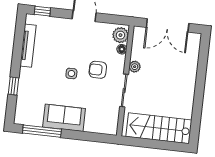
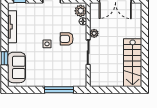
sofa: (64, 118) -> (16, 67), moved, turned 90
stairs: (159, 128) -> (133, 63), moved, turned -90
window: (42, 131) -> (59, 90), moved

